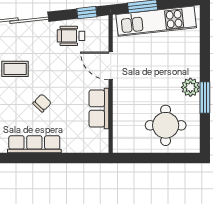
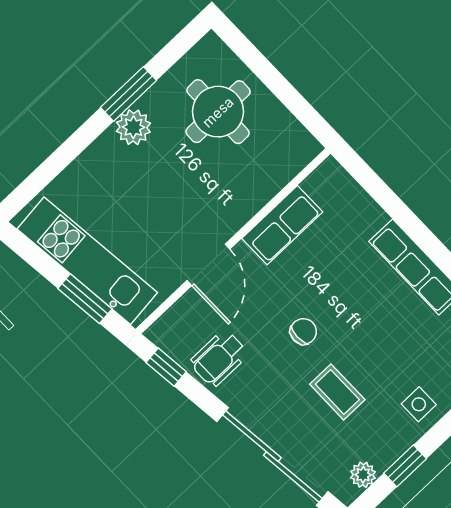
wheelchair: (71, 36) -> (219, 358), turned 90
chair: (42, 103) -> (303, 331), moved, turned 136

